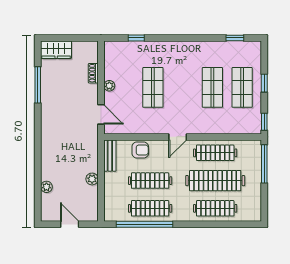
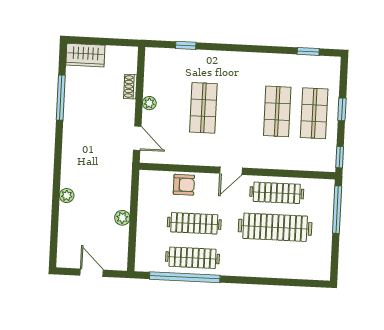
bench: (110, 156) -> (146, 190), removed
plant: (46, 187) -> (67, 196), moved
clothes rail: (215, 208) -> (273, 262), removed

